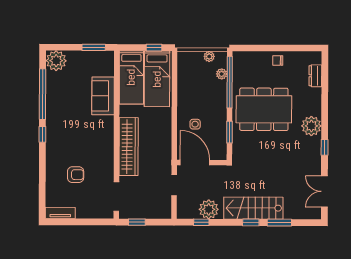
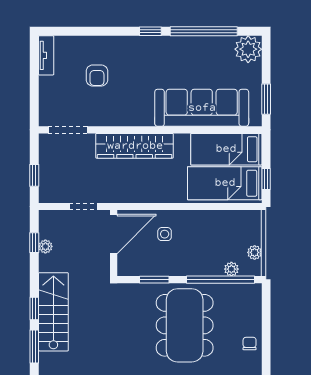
sofa: (103, 96) -> (202, 108), width x1.85, depth x1.27
plant: (209, 209) -> (45, 246), width x0.53, depth x0.53
window: (137, 222) -> (34, 175), moved

